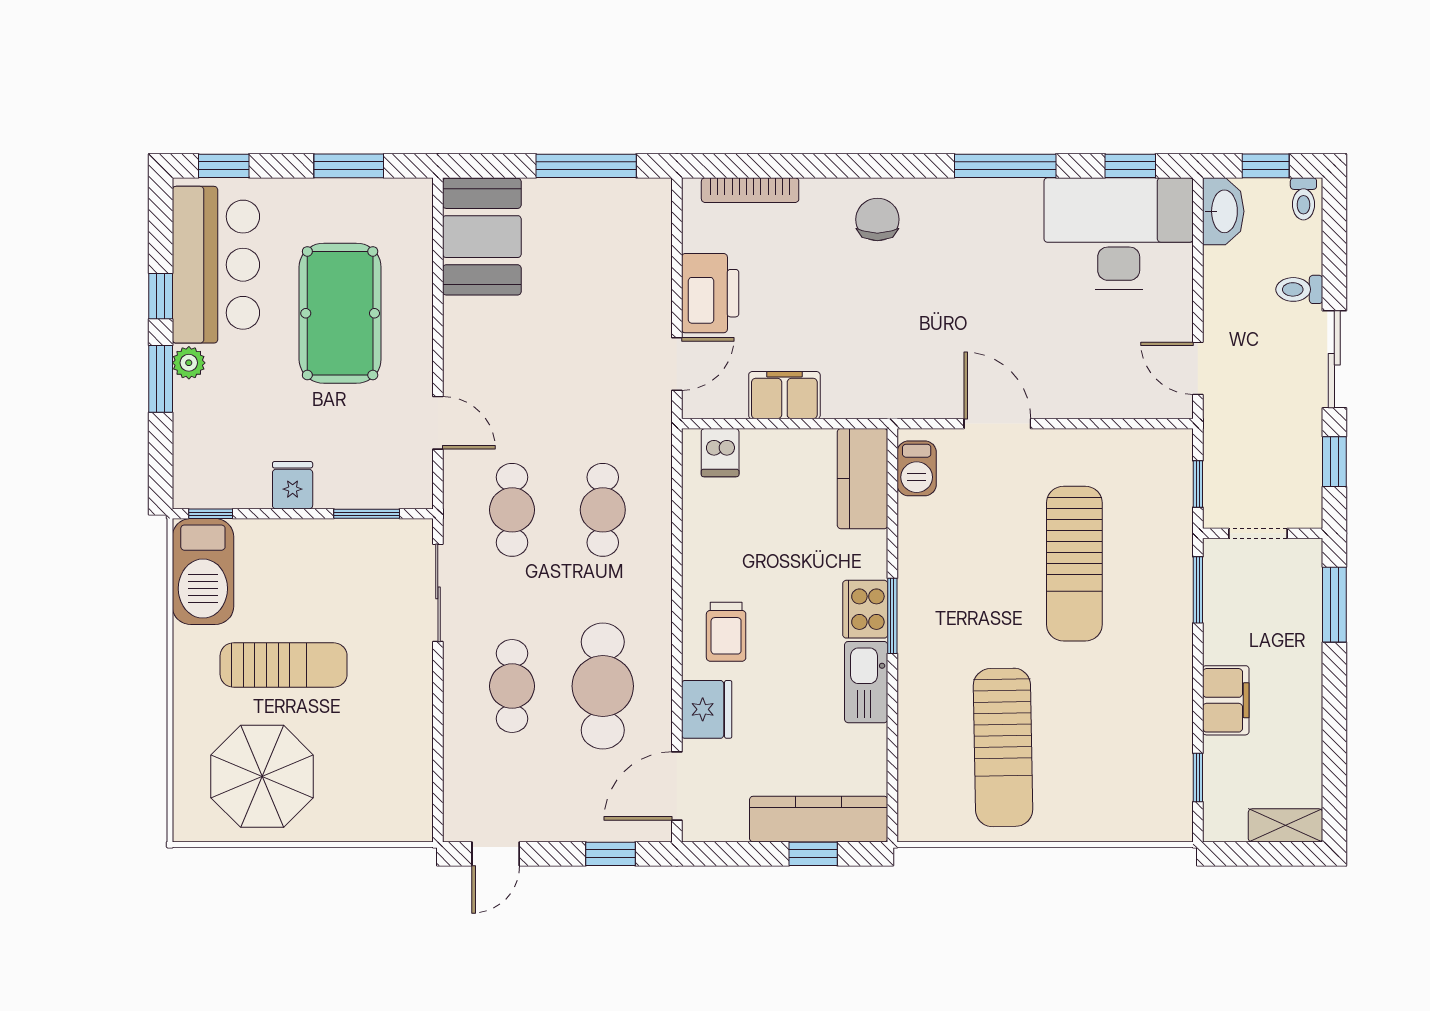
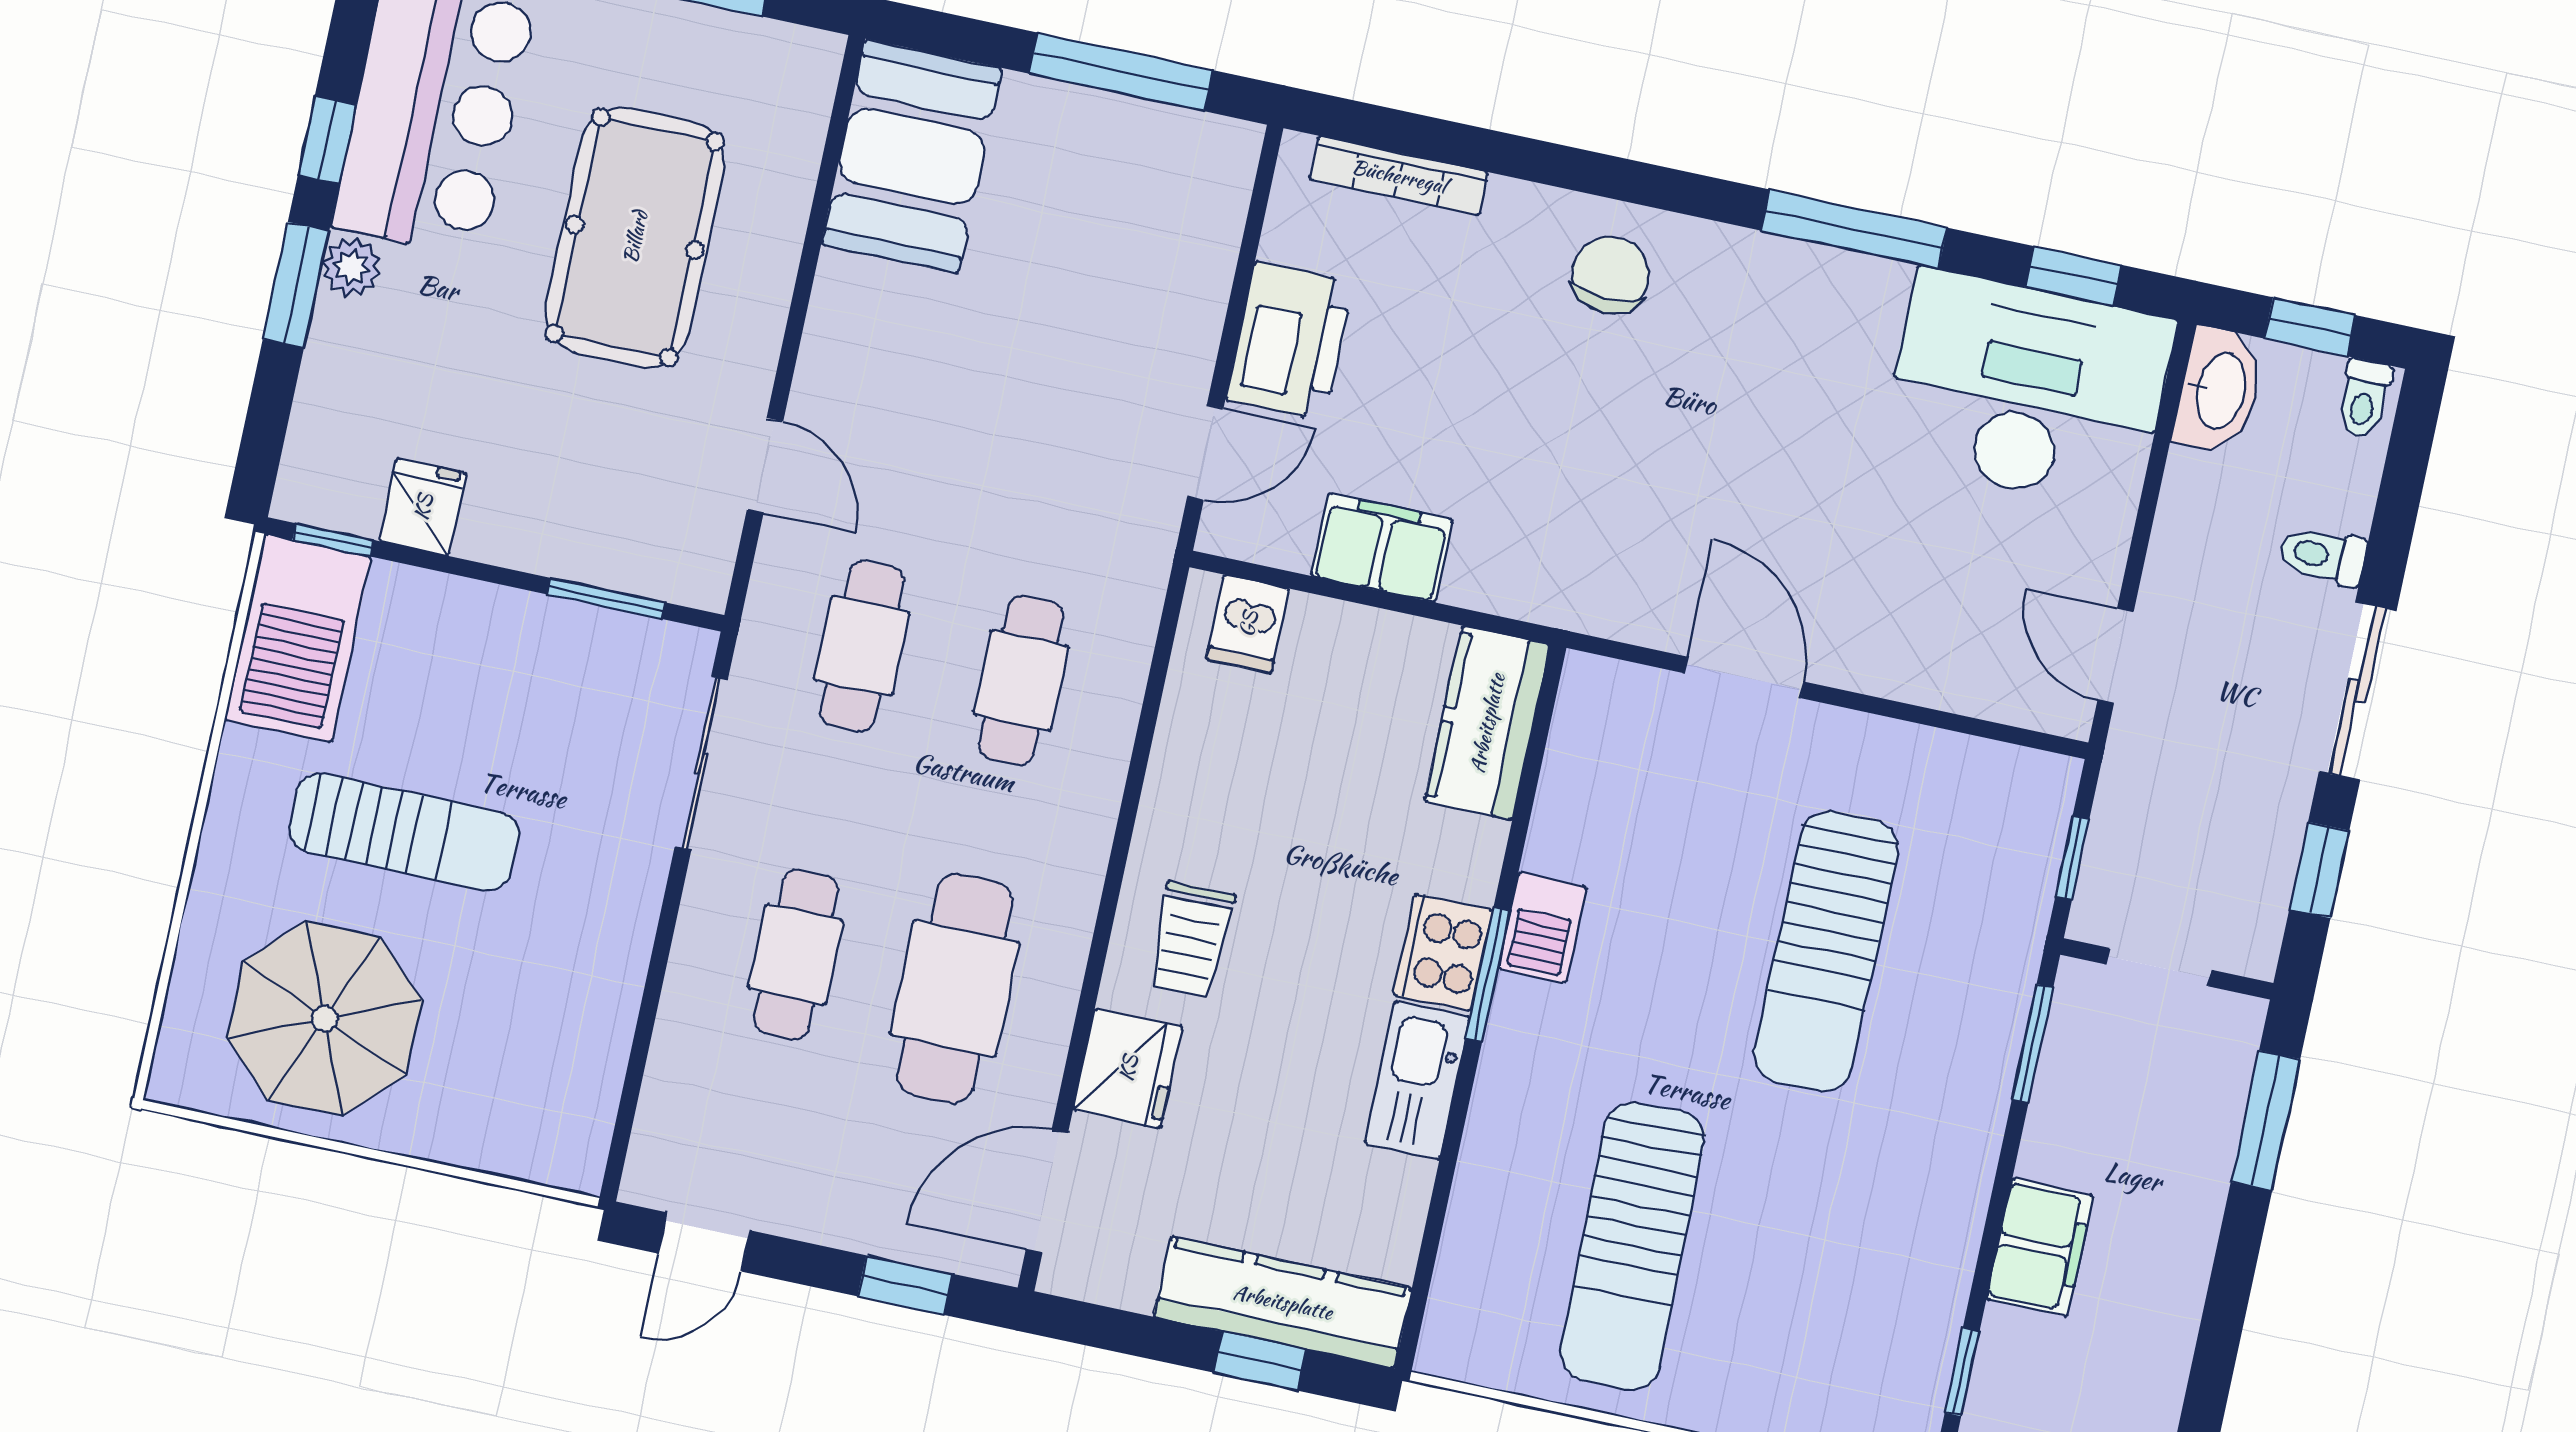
barbecue: (917, 468) -> (1542, 928), moved
fridge: (293, 485) -> (423, 507), moved

